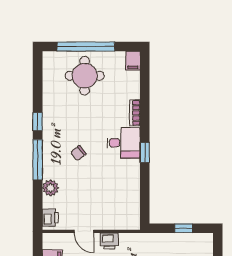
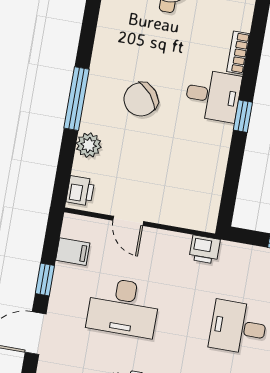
window: (38, 122) -> (87, 40), removed
chair: (78, 153) -> (141, 99), width x1.87, depth x1.87
printer: (109, 241) -> (204, 249), moved

